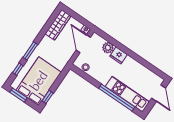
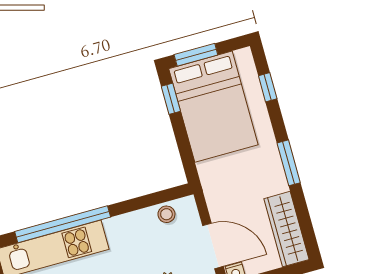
window: (30, 51) -> (289, 163), moved
window: (18, 95) -> (196, 55), moved

